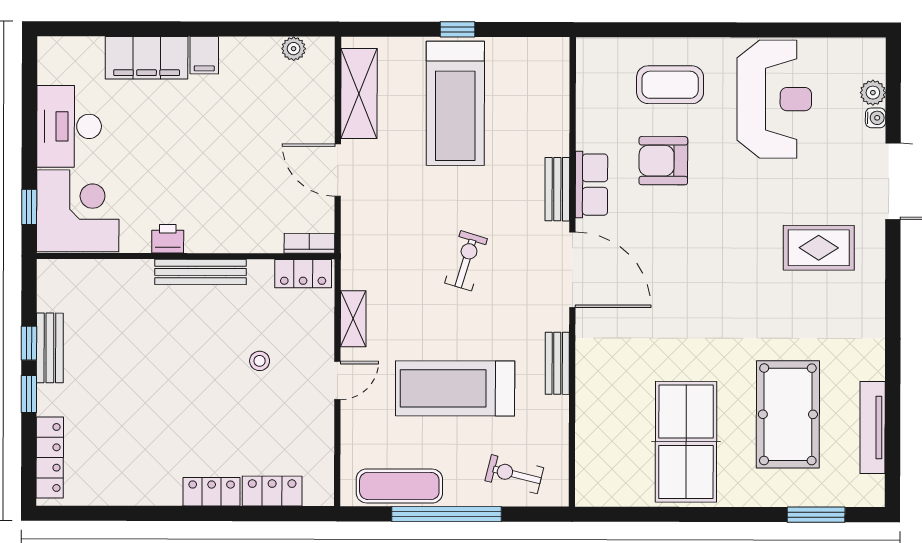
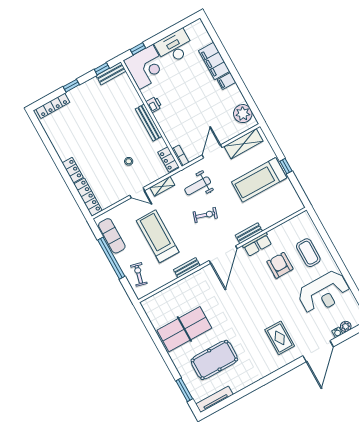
plant: (294, 49) -> (243, 114), width x1.88, depth x1.88
weight bench: (395, 242) -> (198, 186), added
window: (29, 343) -> (102, 69), moved
bench: (50, 348) -> (111, 73), moved
tv unit: (873, 428) -> (214, 399), moved
locker: (272, 491) -> (88, 197), width x1.53

